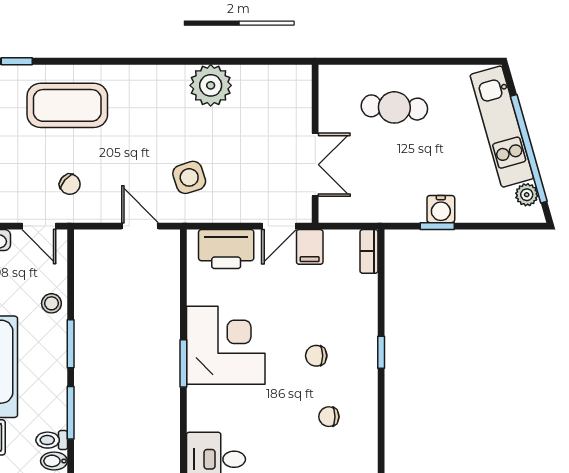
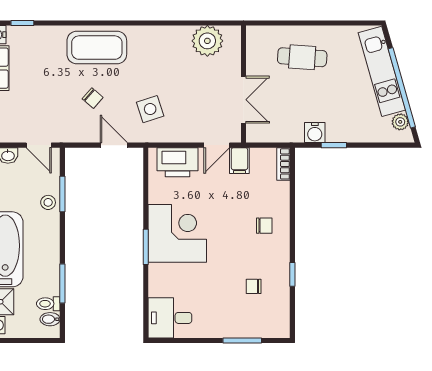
plant: (211, 85) -> (207, 41), moved
coffee table: (67, 105) -> (97, 48), moved
chair: (70, 184) -> (93, 98), moved
water cooler: (441, 209) -> (315, 133), moved
window: (71, 344) -> (62, 194), moved
window: (381, 352) -> (292, 274), moved
chair: (316, 356) -> (264, 226), moved, turned 180

